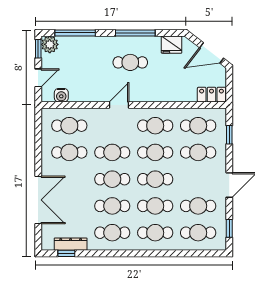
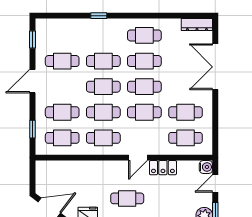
water cooler: (61, 95) -> (206, 167), moved, turned 90
locker: (212, 95) -> (163, 168), moved
cafe table: (155, 233) -> (103, 35), removed
cafe table: (198, 233) -> (62, 35), removed
dresser: (71, 244) -> (197, 25), moved
window: (66, 253) -> (99, 16), moved

